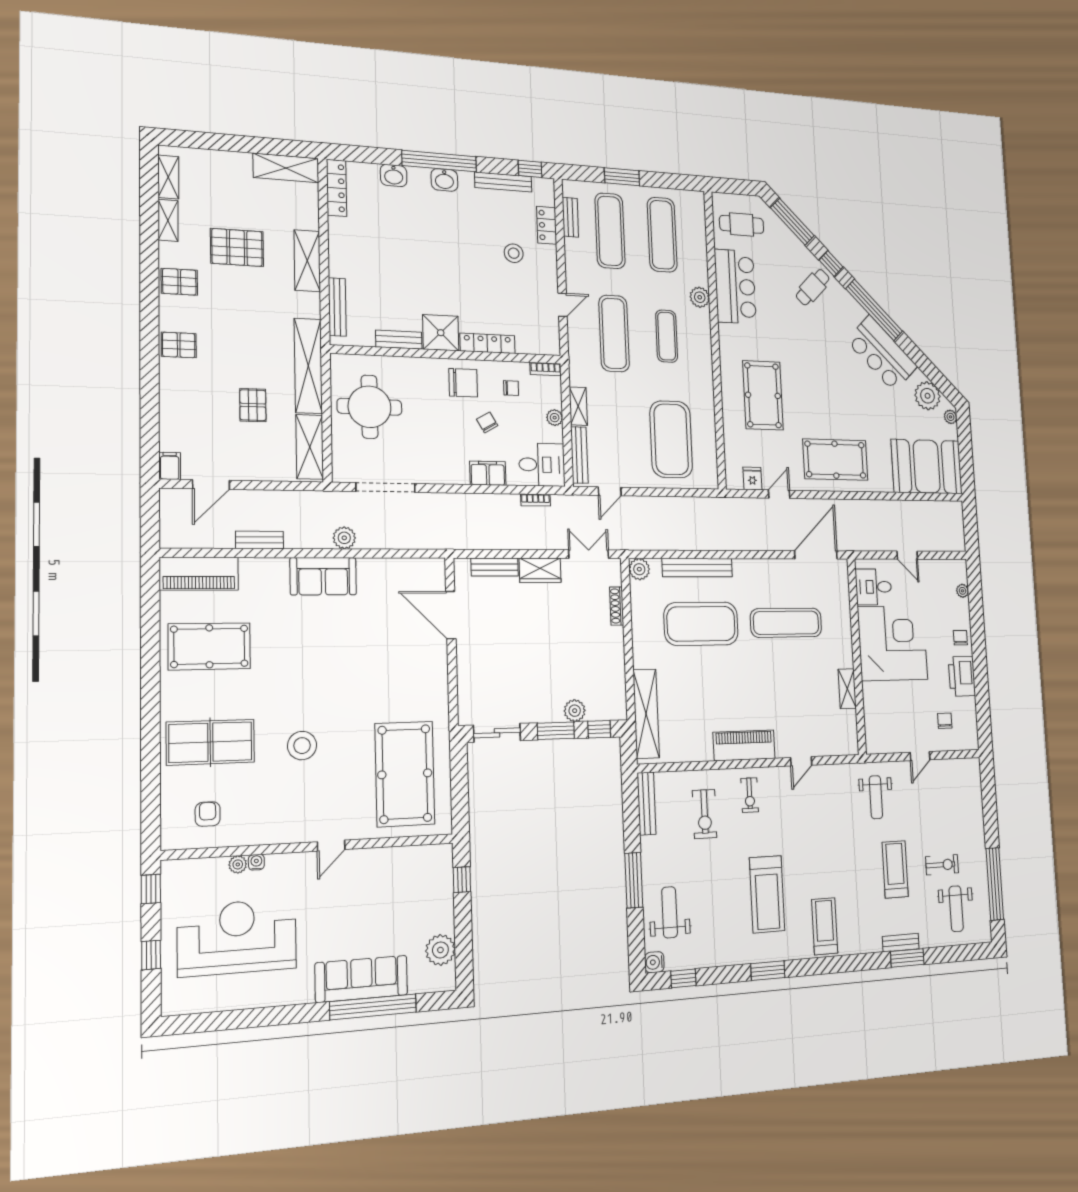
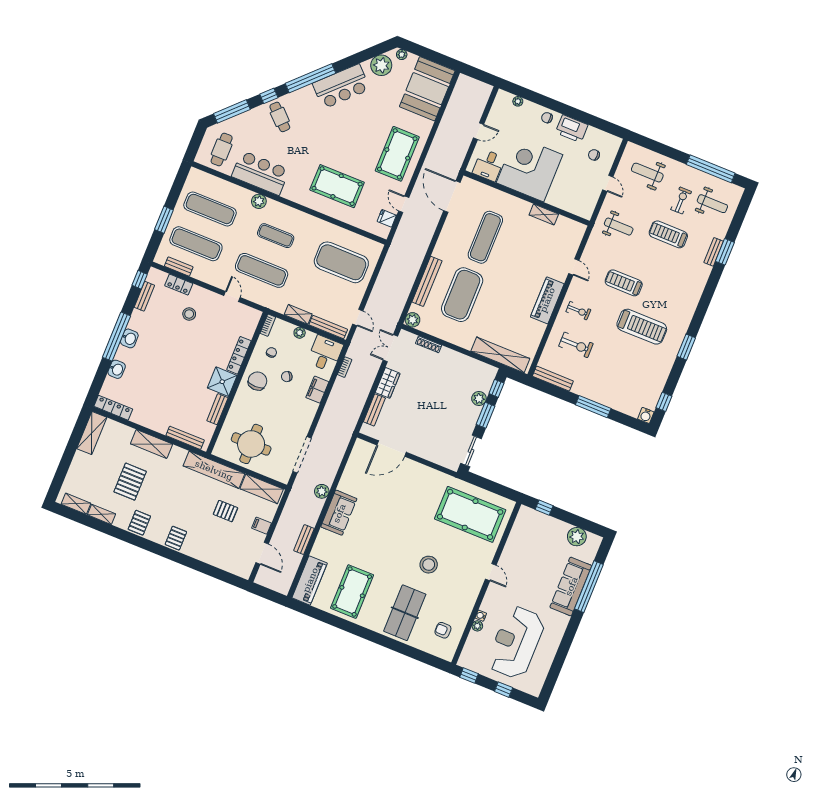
bench: (503, 182) -> (144, 296), width x0.73
filing cabinet: (170, 466) -> (262, 526), moved
weight bench: (670, 912) -> (647, 173), moved
treadmill: (825, 926) -> (624, 283), moved

